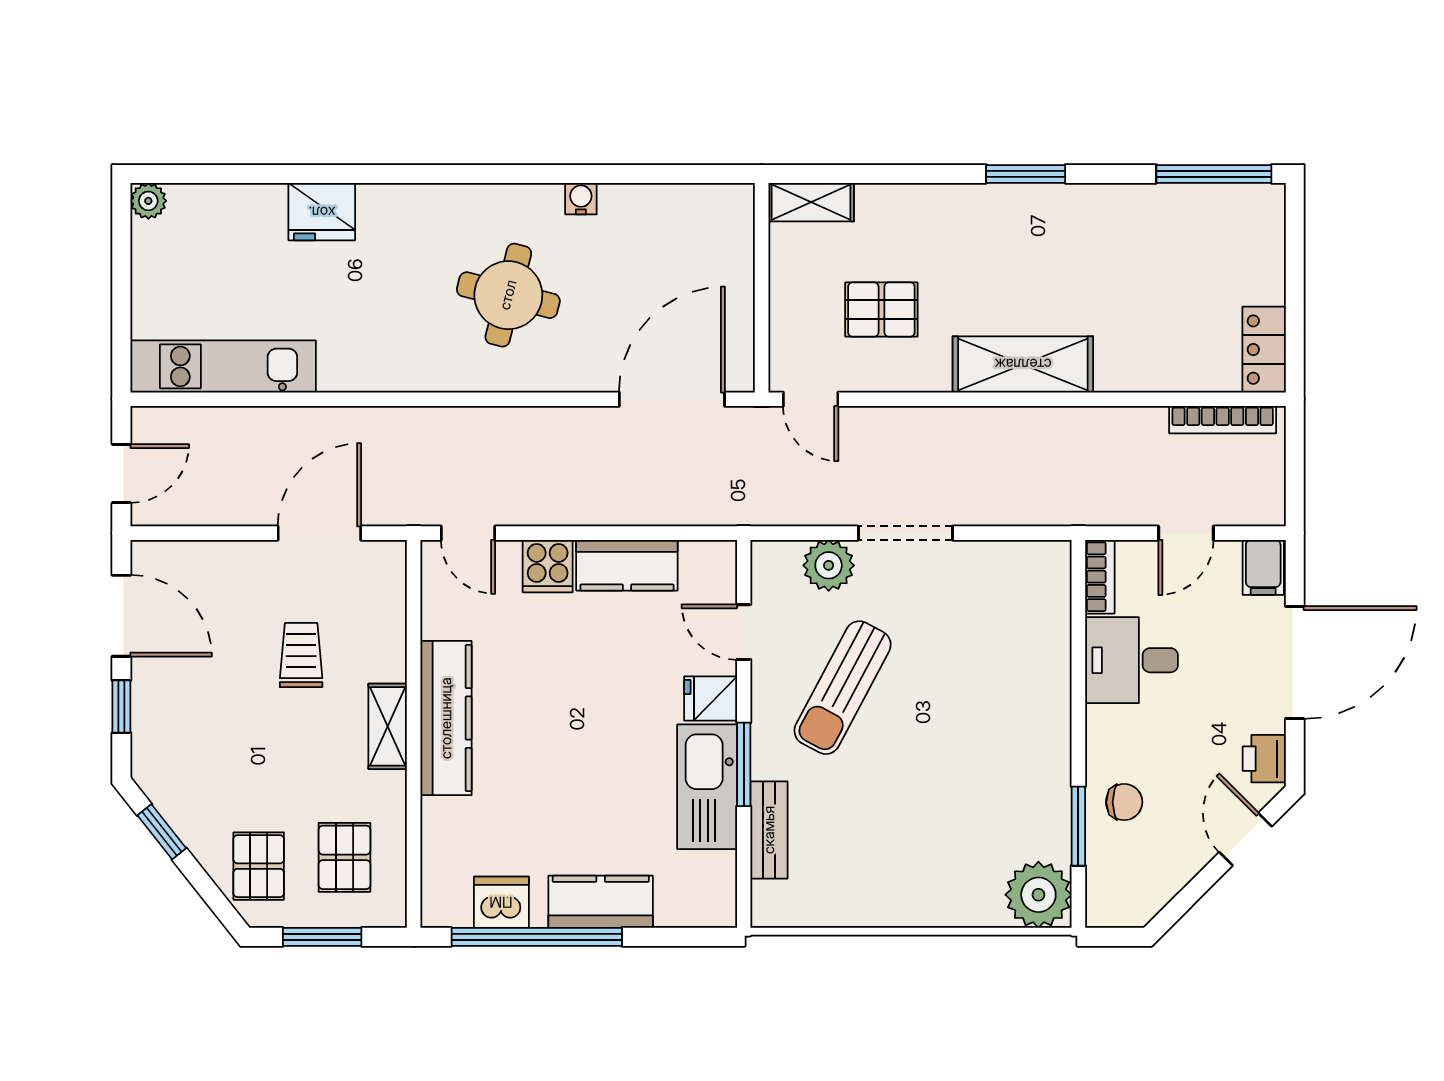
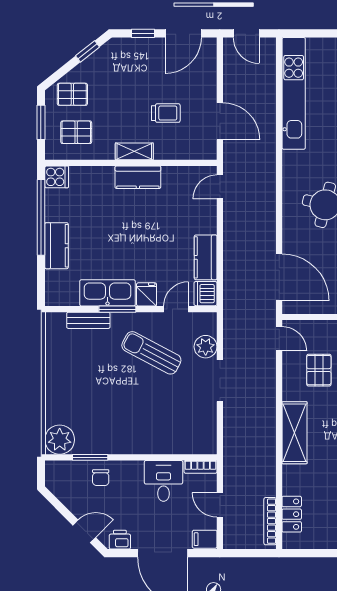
locker: (1264, 350) -> (292, 514), moved, turned 90
kitchen unit: (223, 366) -> (294, 93), width x1.36
door: (811, 399) -> (279, 339), swing flipped
cooker: (548, 566) -> (57, 177), moved, turned 180
kitchen counter: (446, 718) -> (138, 177), width x0.67
dishwasher: (501, 902) -> (205, 294), moved, turned 180

